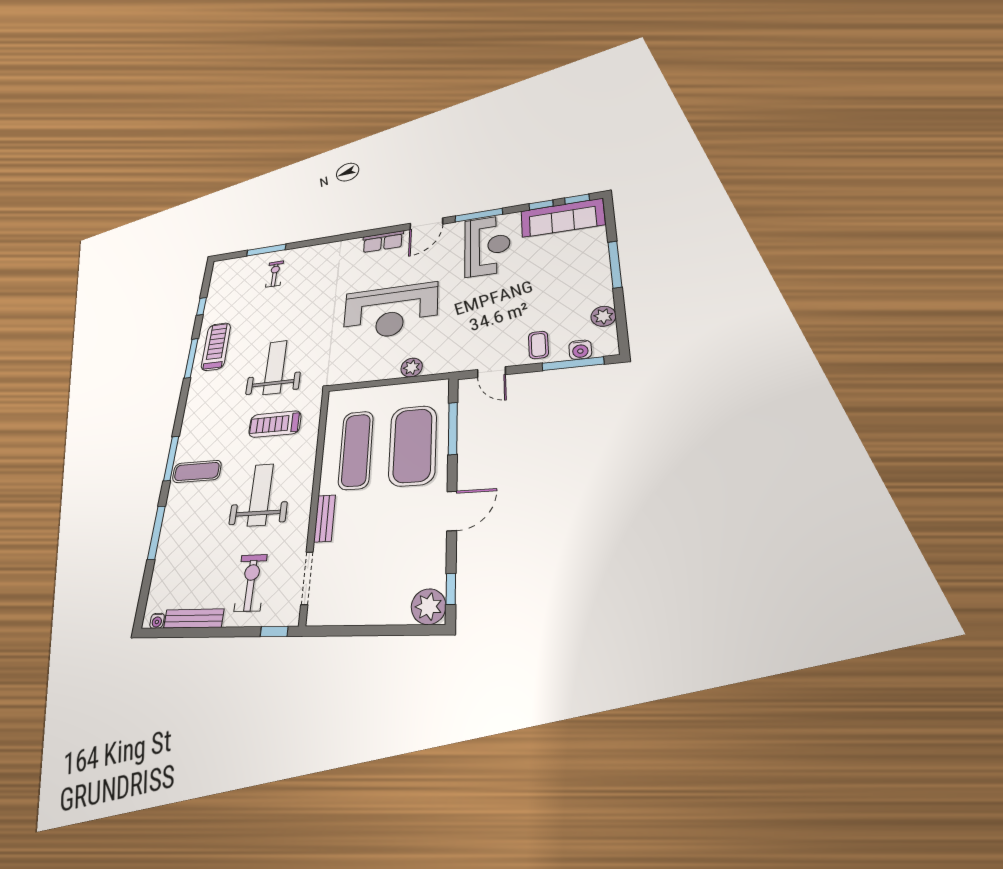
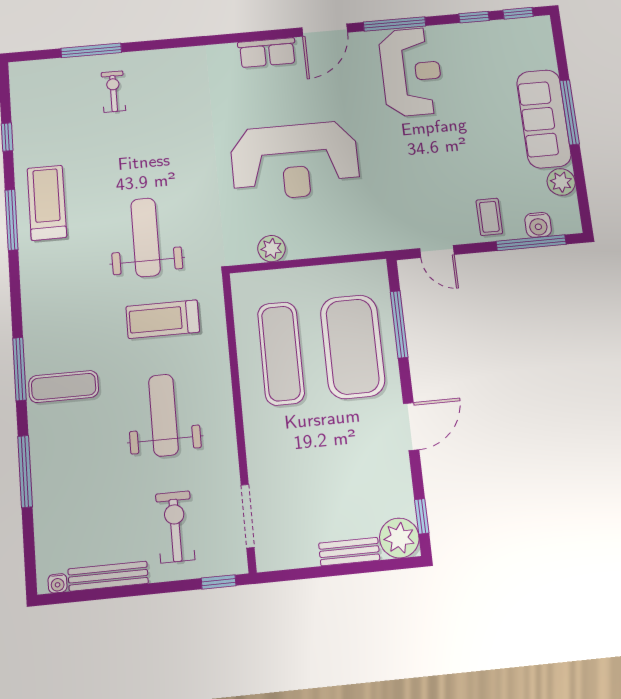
sofa: (562, 218) -> (544, 119), moved, turned 90
plant: (412, 368) -> (272, 249), moved
bench: (325, 518) -> (349, 552), moved, turned 90

